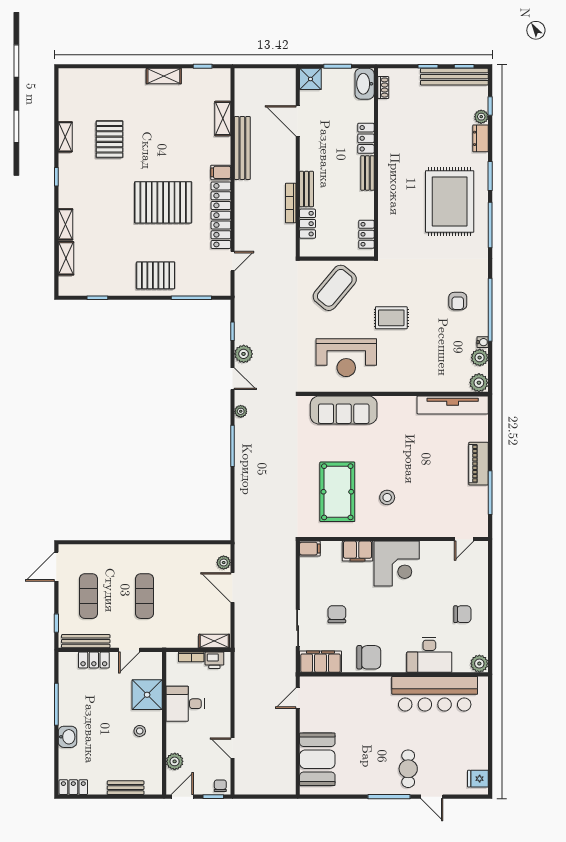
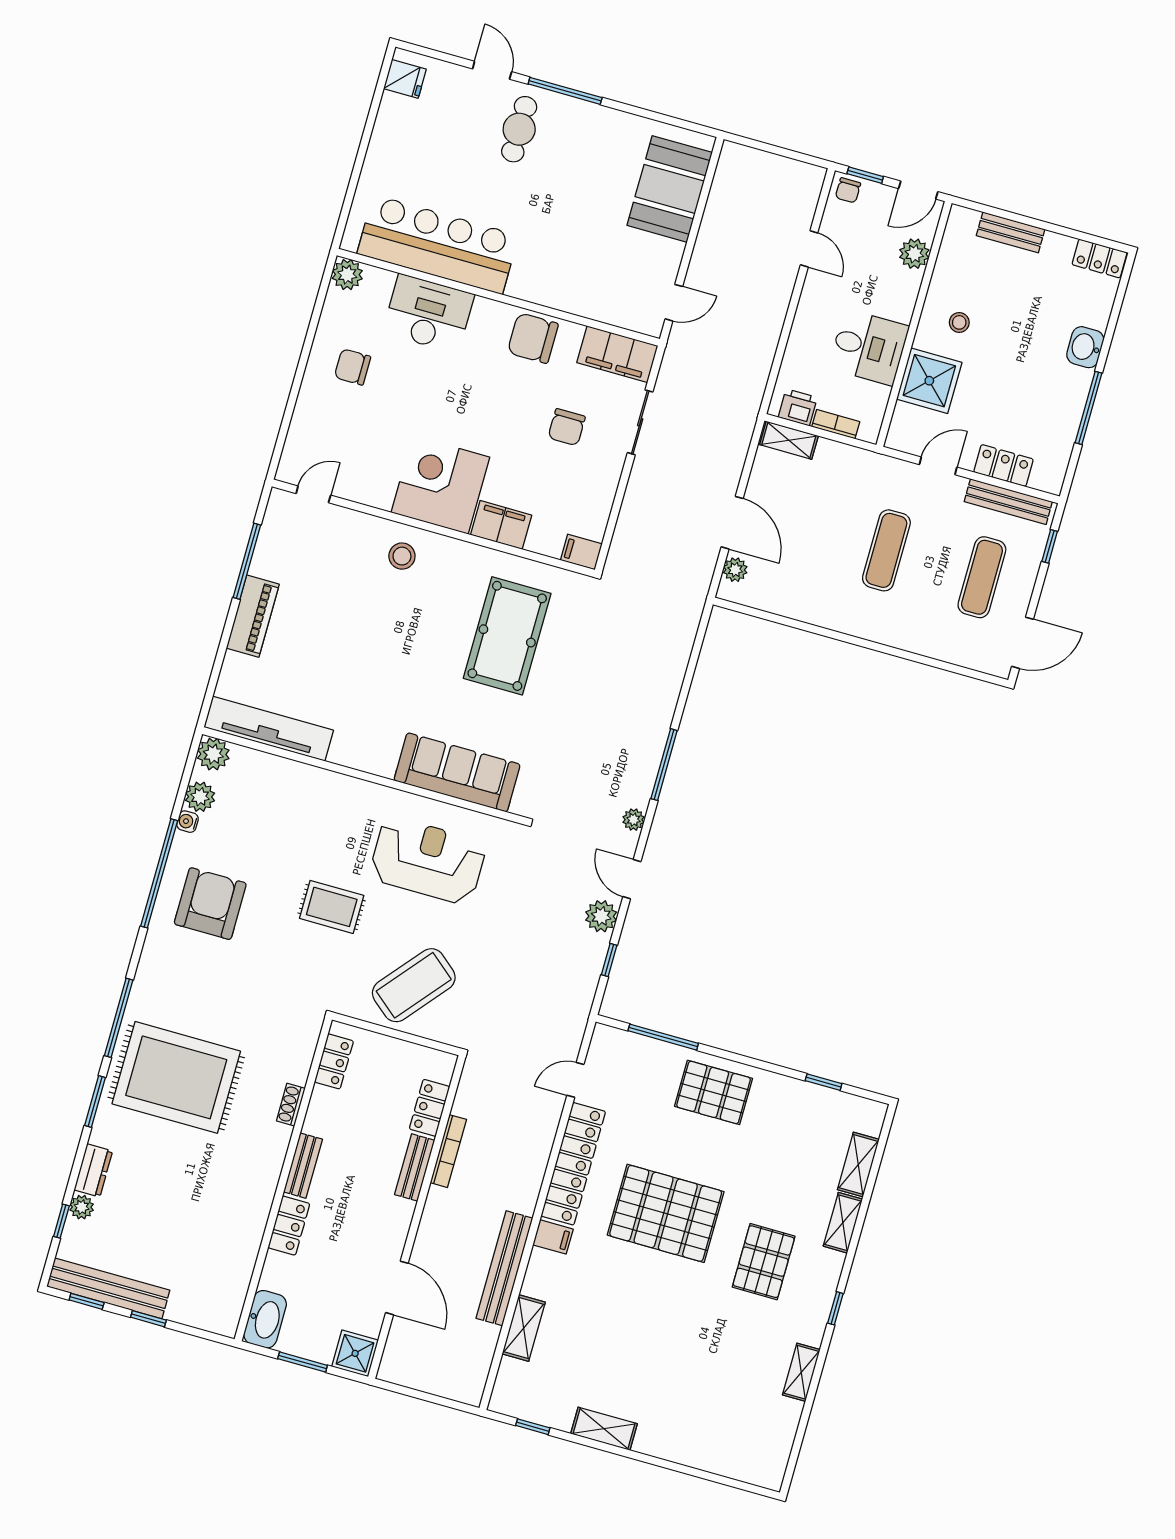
shoe rack: (383, 88) -> (291, 1105), moved
pallet: (110, 139) -> (764, 1262), moved
rug: (450, 201) -> (176, 1077), turned 90
armchair: (458, 301) -> (210, 904), width x1.88, depth x1.88
stool: (387, 497) -> (402, 556), moved

